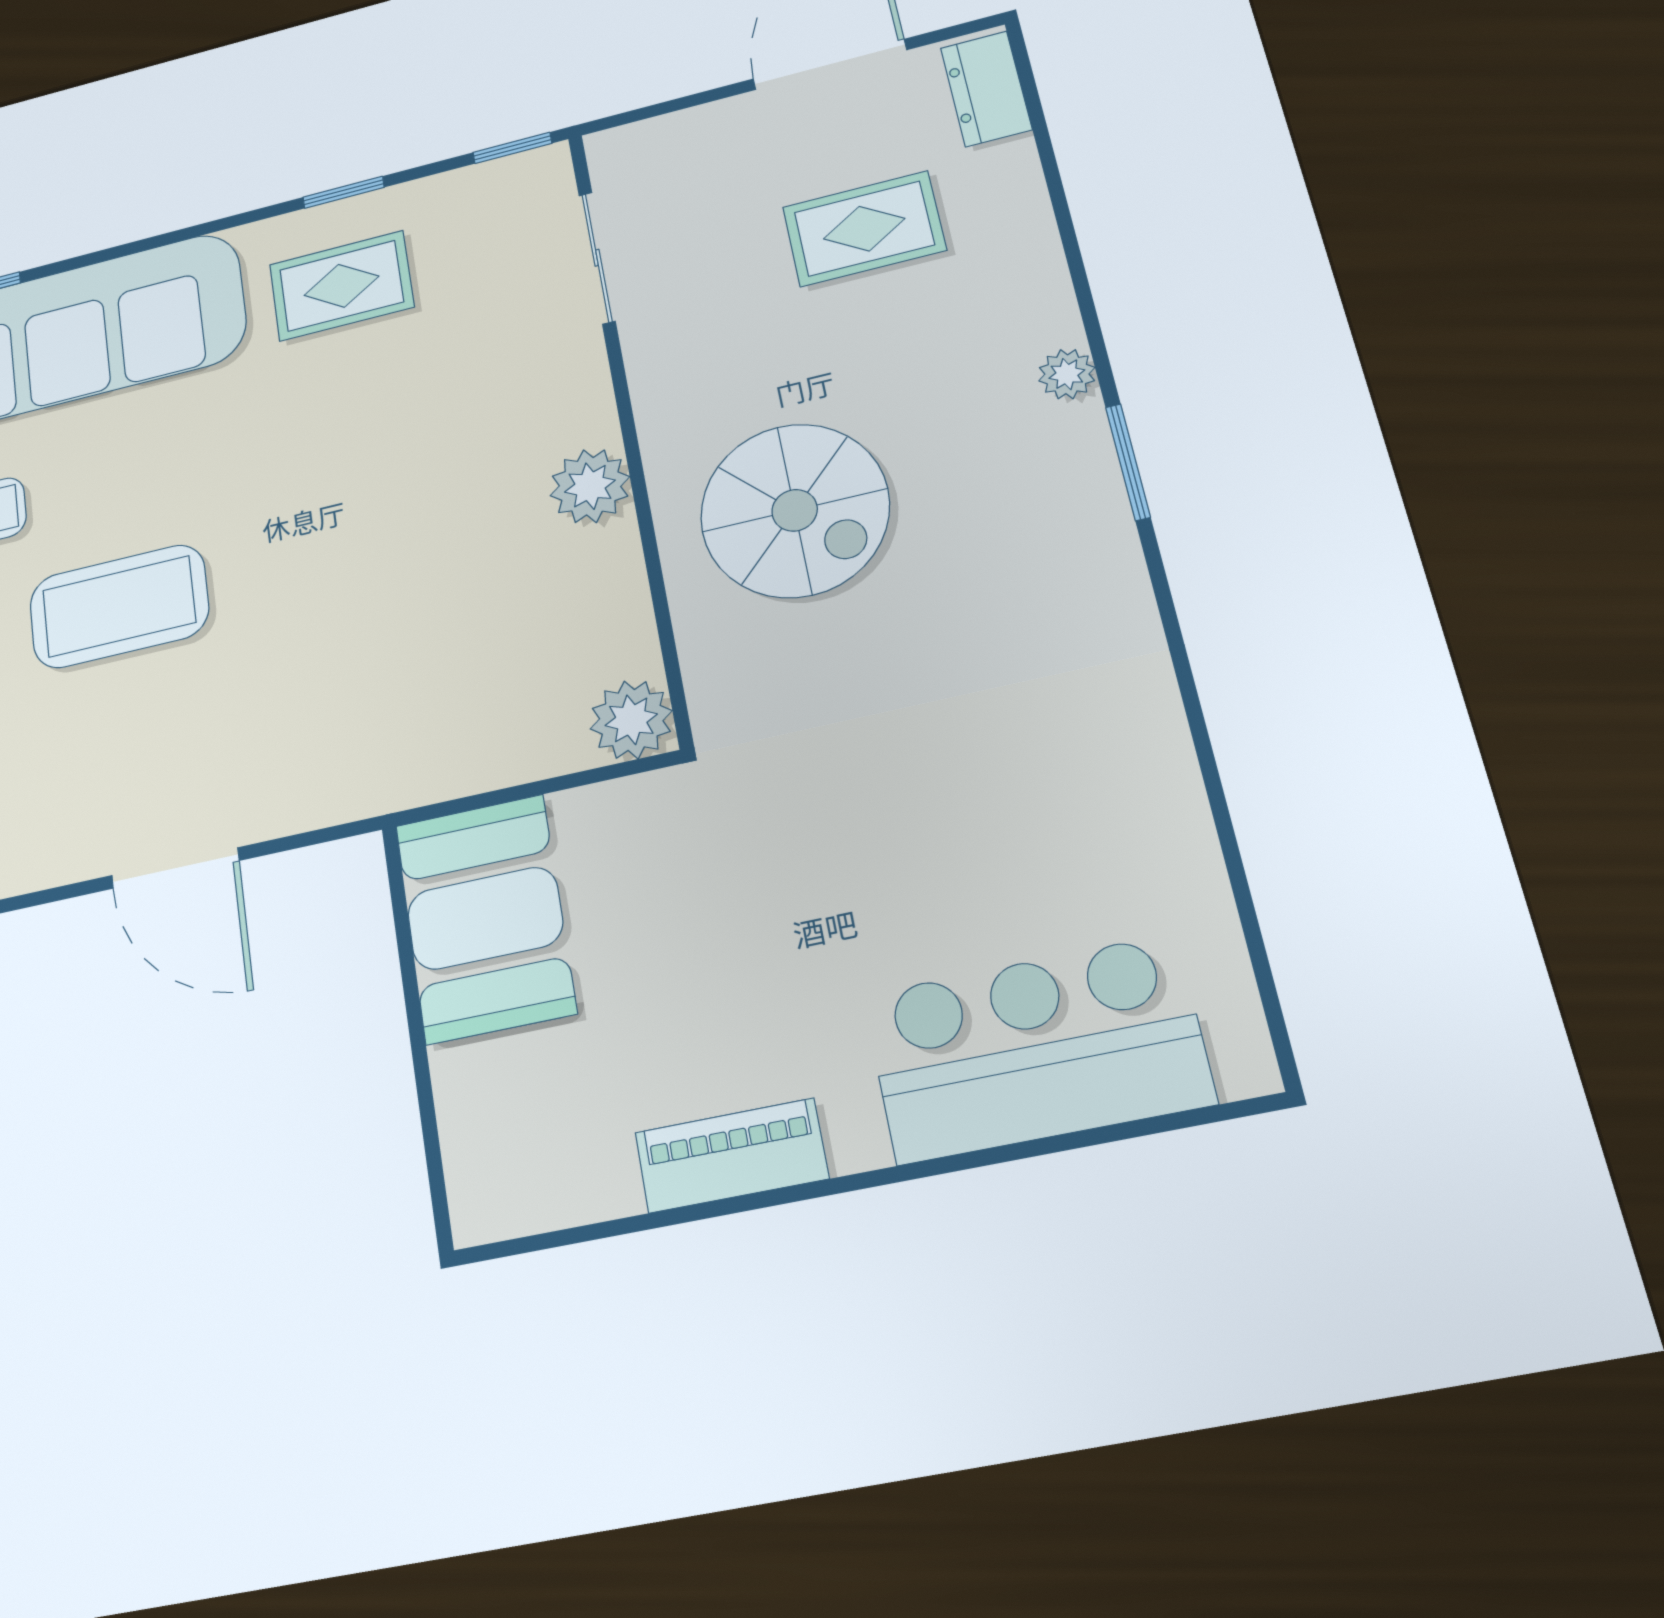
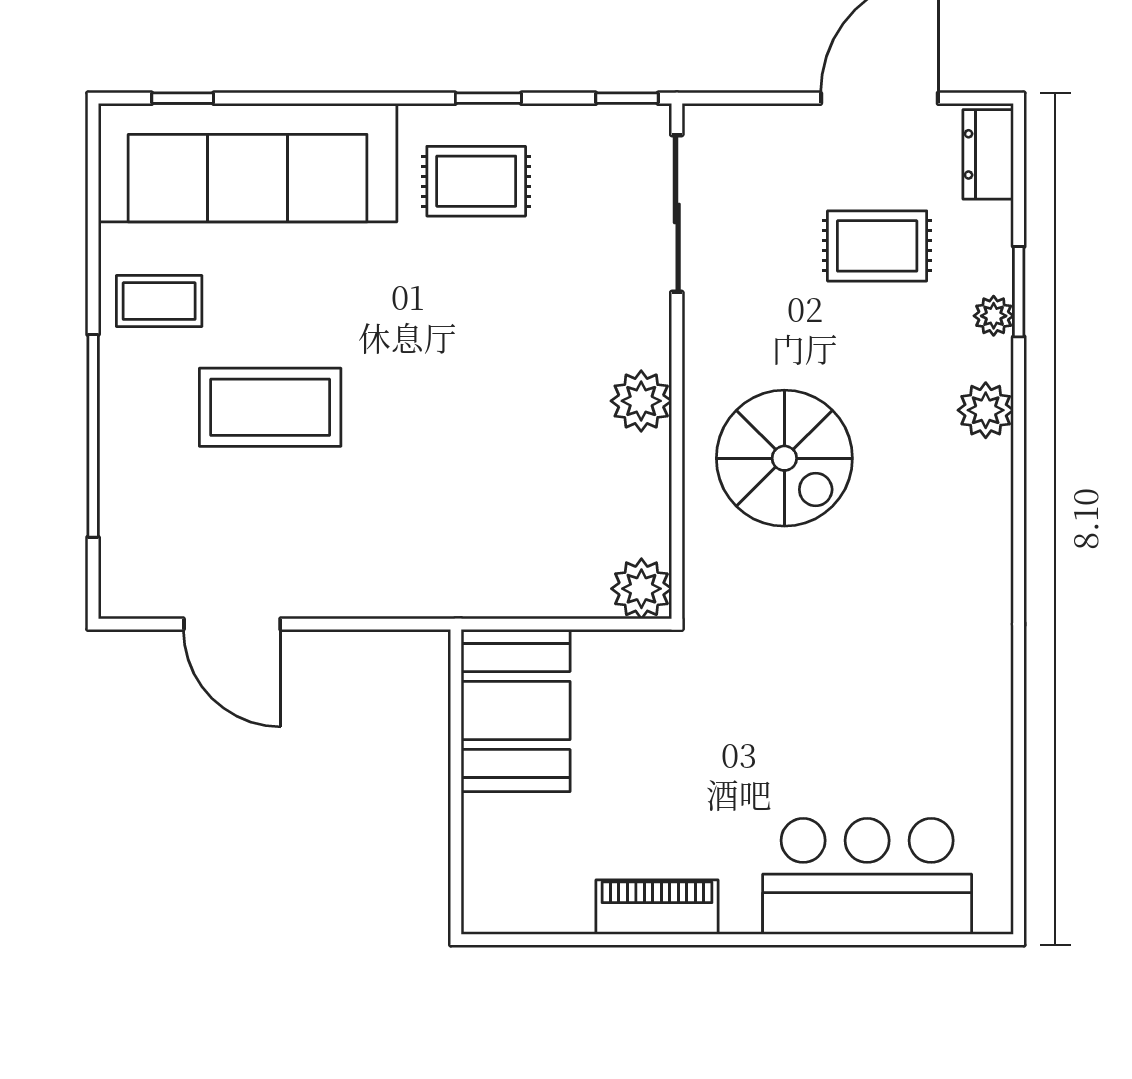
sliding door: (597, 258) -> (677, 214), width x1.37
plant: (1041, 270) -> (994, 316), added
plant: (1067, 374) -> (986, 410), width x1.38, depth x1.38
window: (1128, 462) -> (1019, 292), moved
door: (175, 868) -> (232, 624), moved

